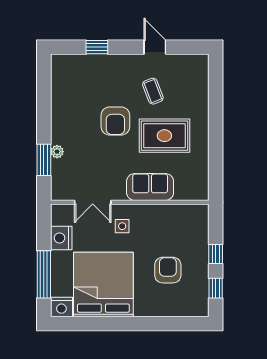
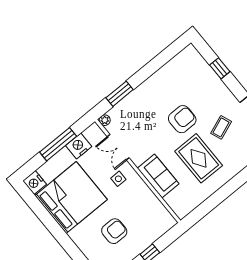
armchair: (115, 121) -> (182, 119), turned 180
plant: (57, 152) -> (105, 120), moved
window: (44, 274) -> (58, 144), moved

